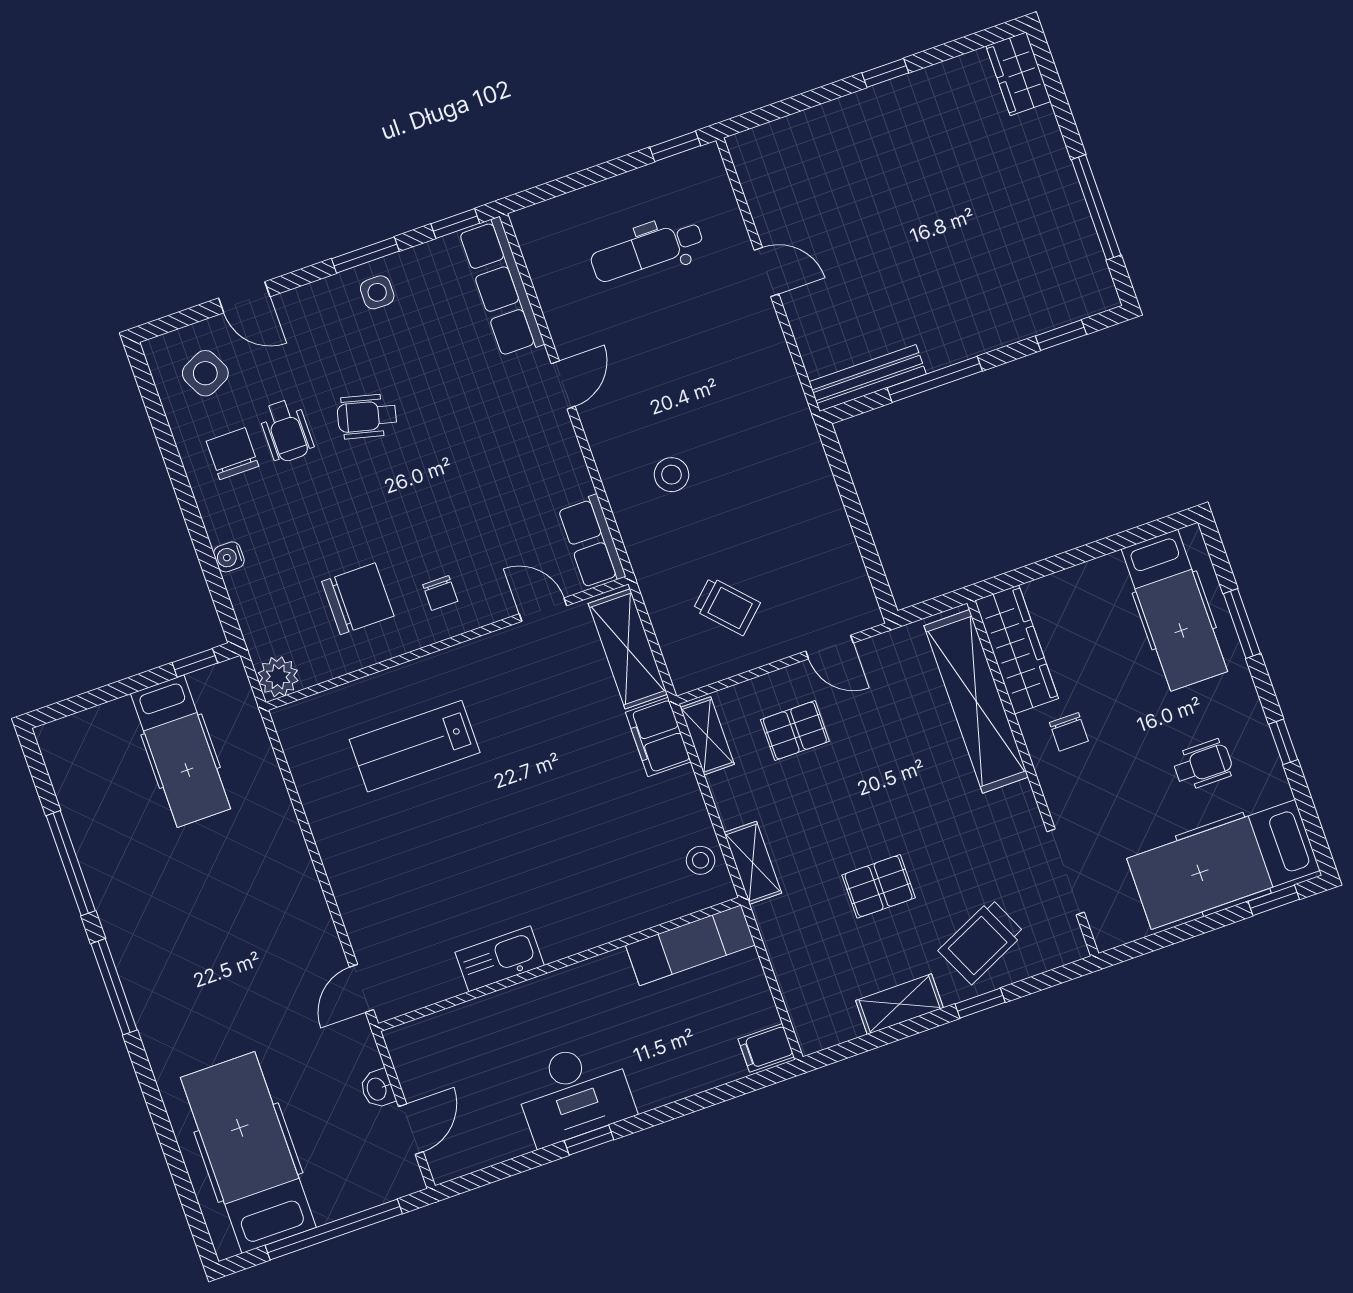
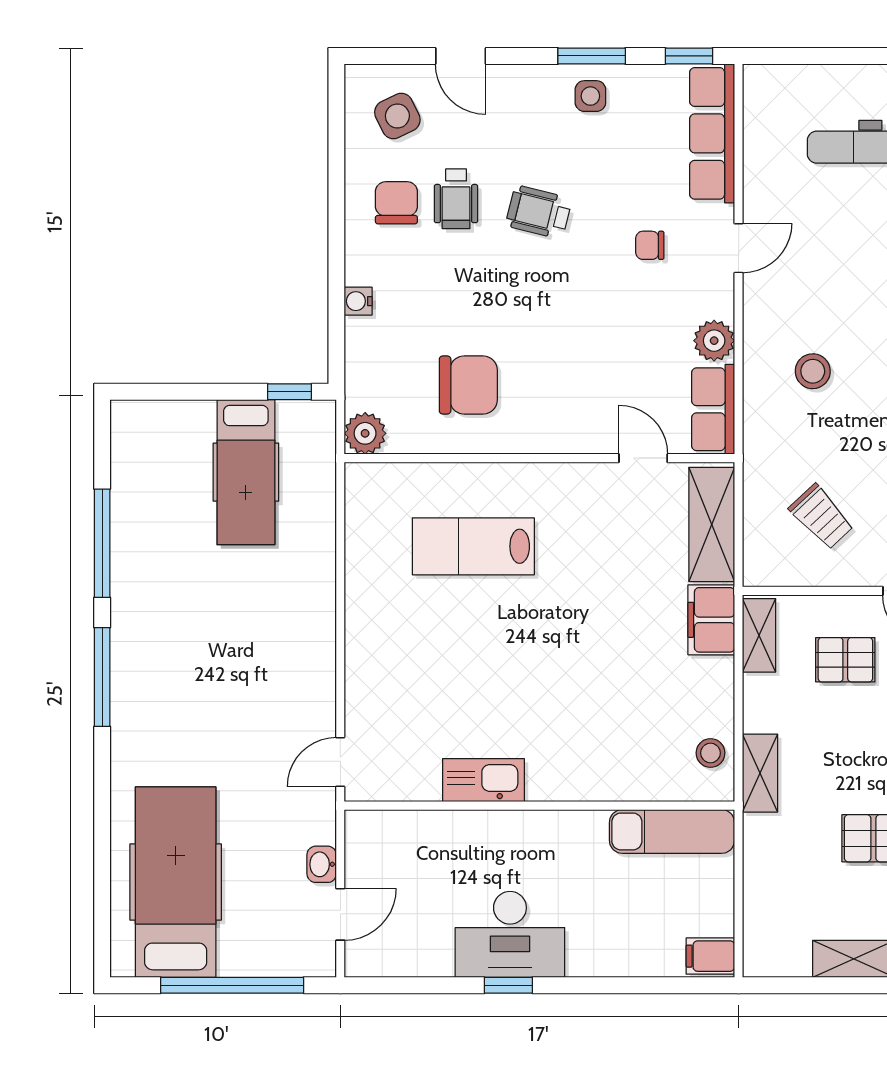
plant: (571, 478) -> (714, 341), added
chair: (440, 593) -> (650, 245), moved, turned 90

